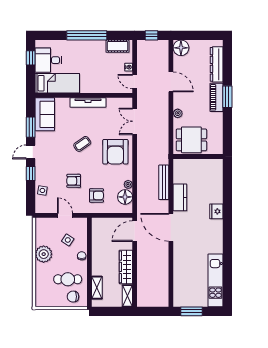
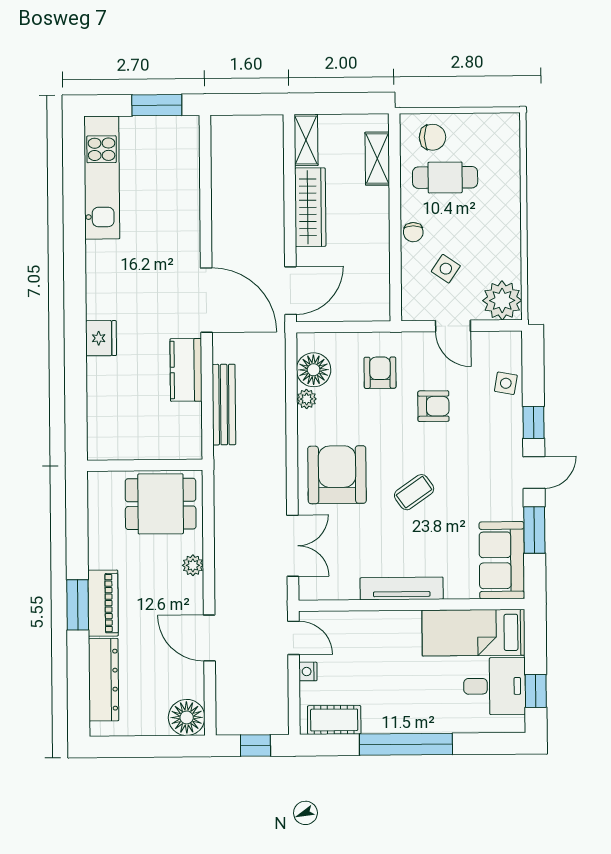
armchair: (96, 195) -> (380, 373), turned 90
plant: (44, 254) -> (502, 300), moved

